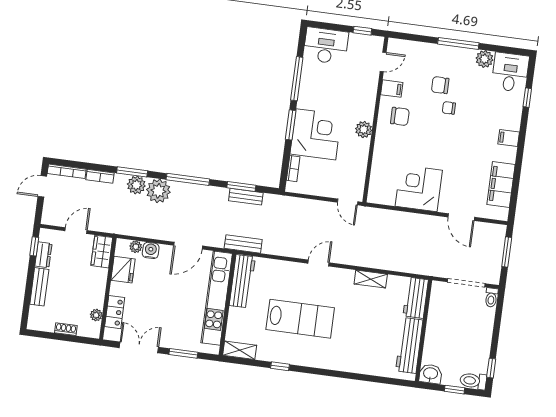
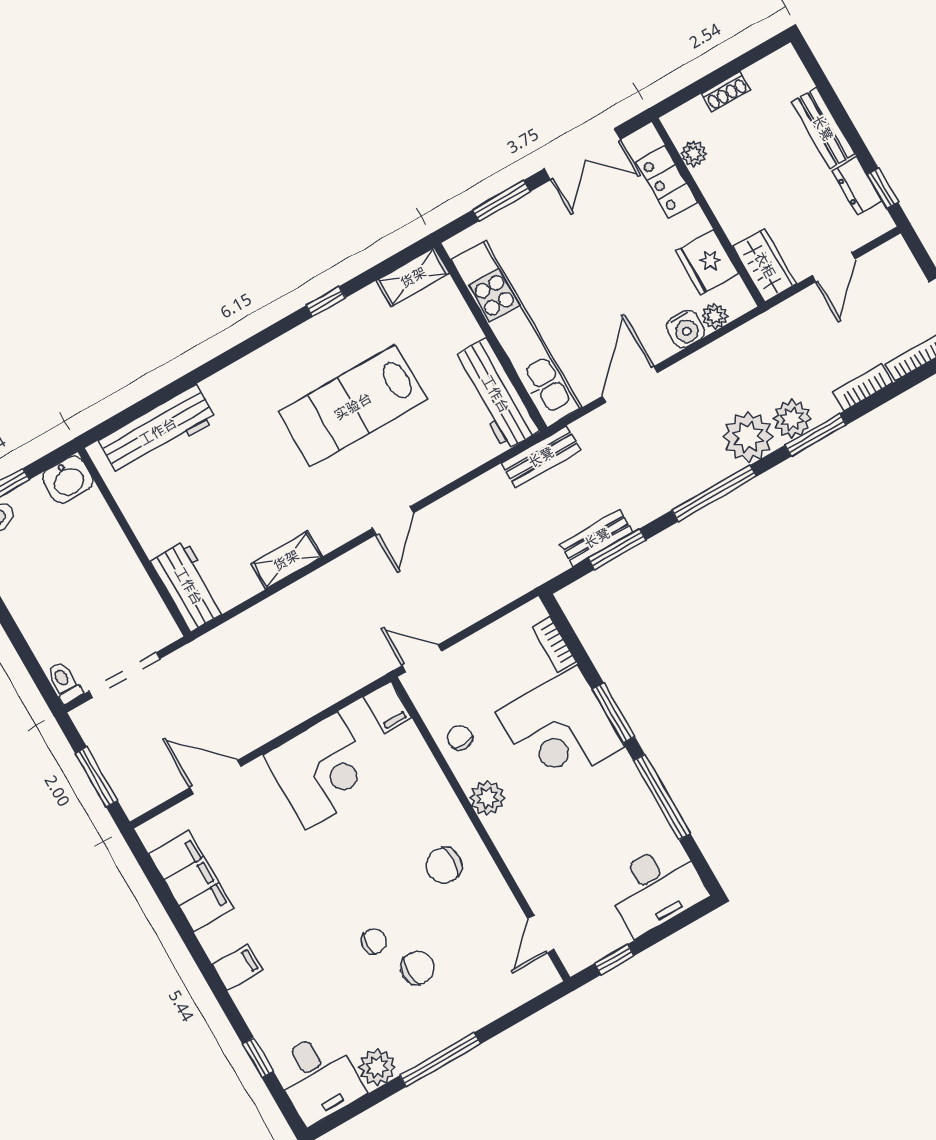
filing cabinet: (392, 89) -> (387, 707), moved, turned -90
chair: (356, 161) -> (460, 738), added
workbench: (409, 346) -> (158, 431), moved, turned 90

